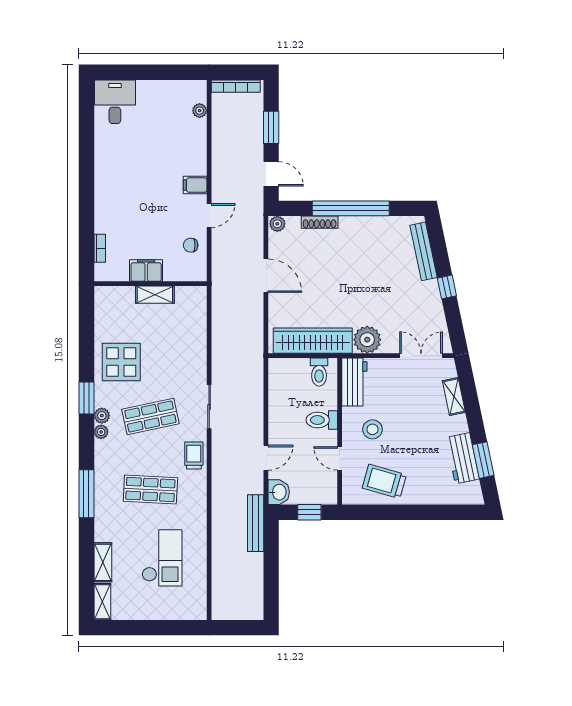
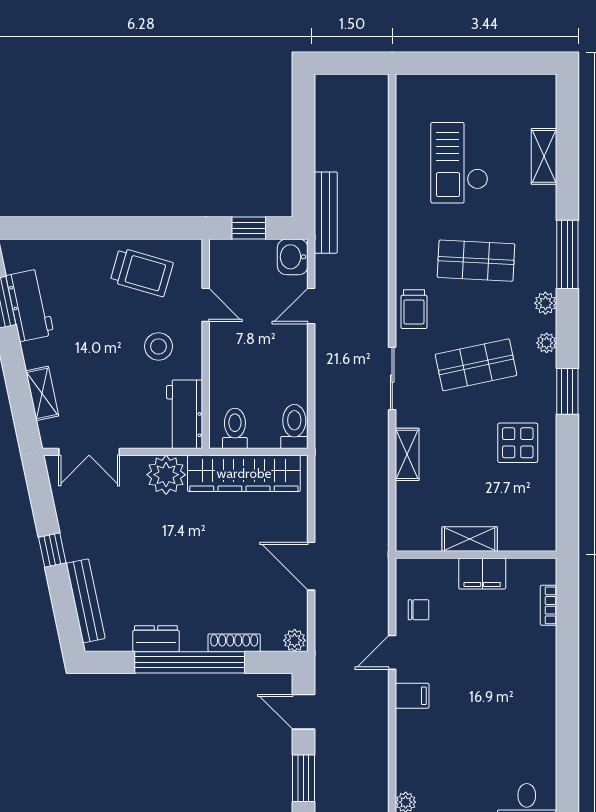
dresser: (374, 225) -> (156, 639), added
display table: (121, 362) -> (518, 443), width x0.73, depth x0.73
plant: (102, 416) -> (545, 303), moved
toilet: (322, 420) -> (294, 426), moved, turned -90
shelving: (102, 602) -> (407, 454), moved

